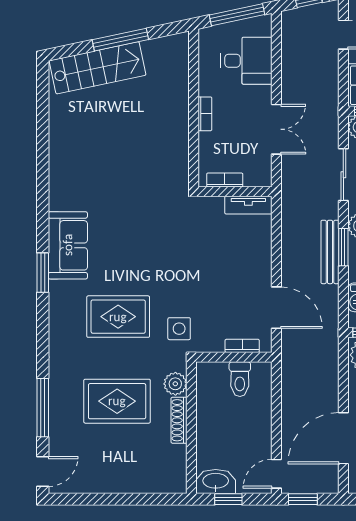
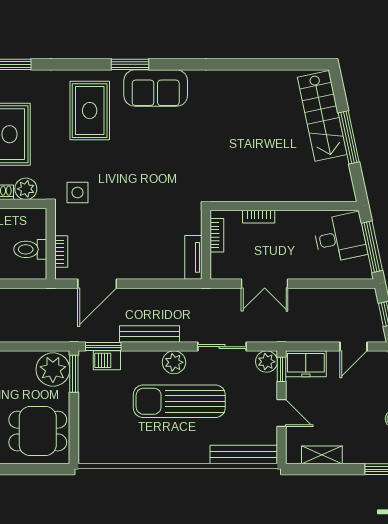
desk: (246, 61) -> (340, 238), moved, turned -102
bookcase: (205, 114) -> (259, 217), moved
window: (343, 247) -> (103, 347), moved
rug: (118, 317) -> (90, 111), moved

